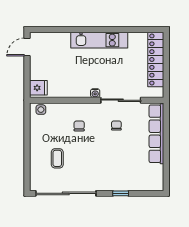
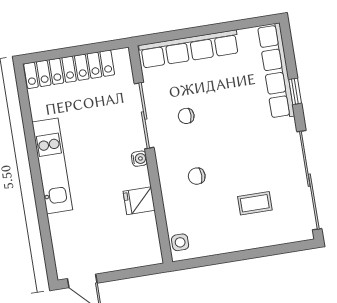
fridge: (38, 88) -> (139, 201), moved, turned -90
row of seats: (135, 184) -> (276, 71), added

